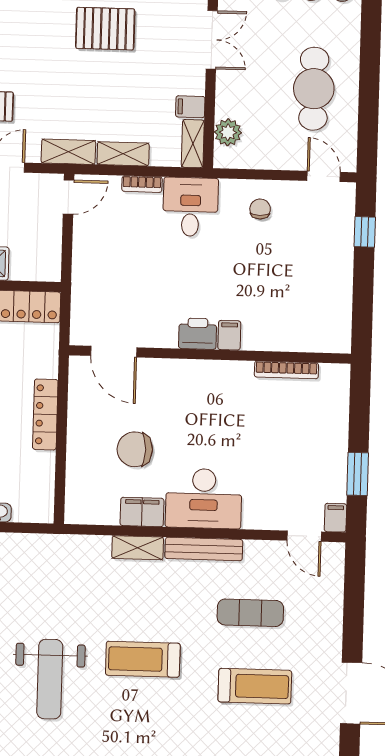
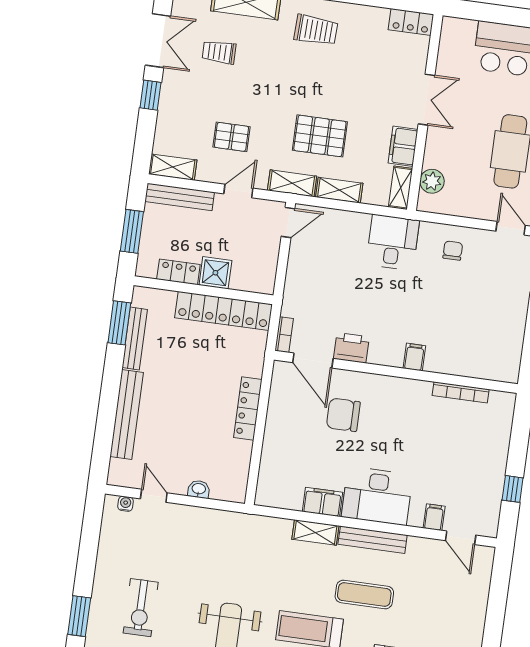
pallet: (105, 29) -> (320, 136), moved
filing cabinet: (190, 107) -> (403, 146), width x2.00
bookcase: (142, 184) -> (284, 335), moved, turned -90
printer: (198, 334) -> (351, 348), moved
chair: (135, 449) -> (343, 415), moved
window: (358, 474) -> (513, 489), width x0.67
filing cabinet: (335, 518) -> (434, 517), moved
exercise mat: (250, 613) -> (364, 594), moved

